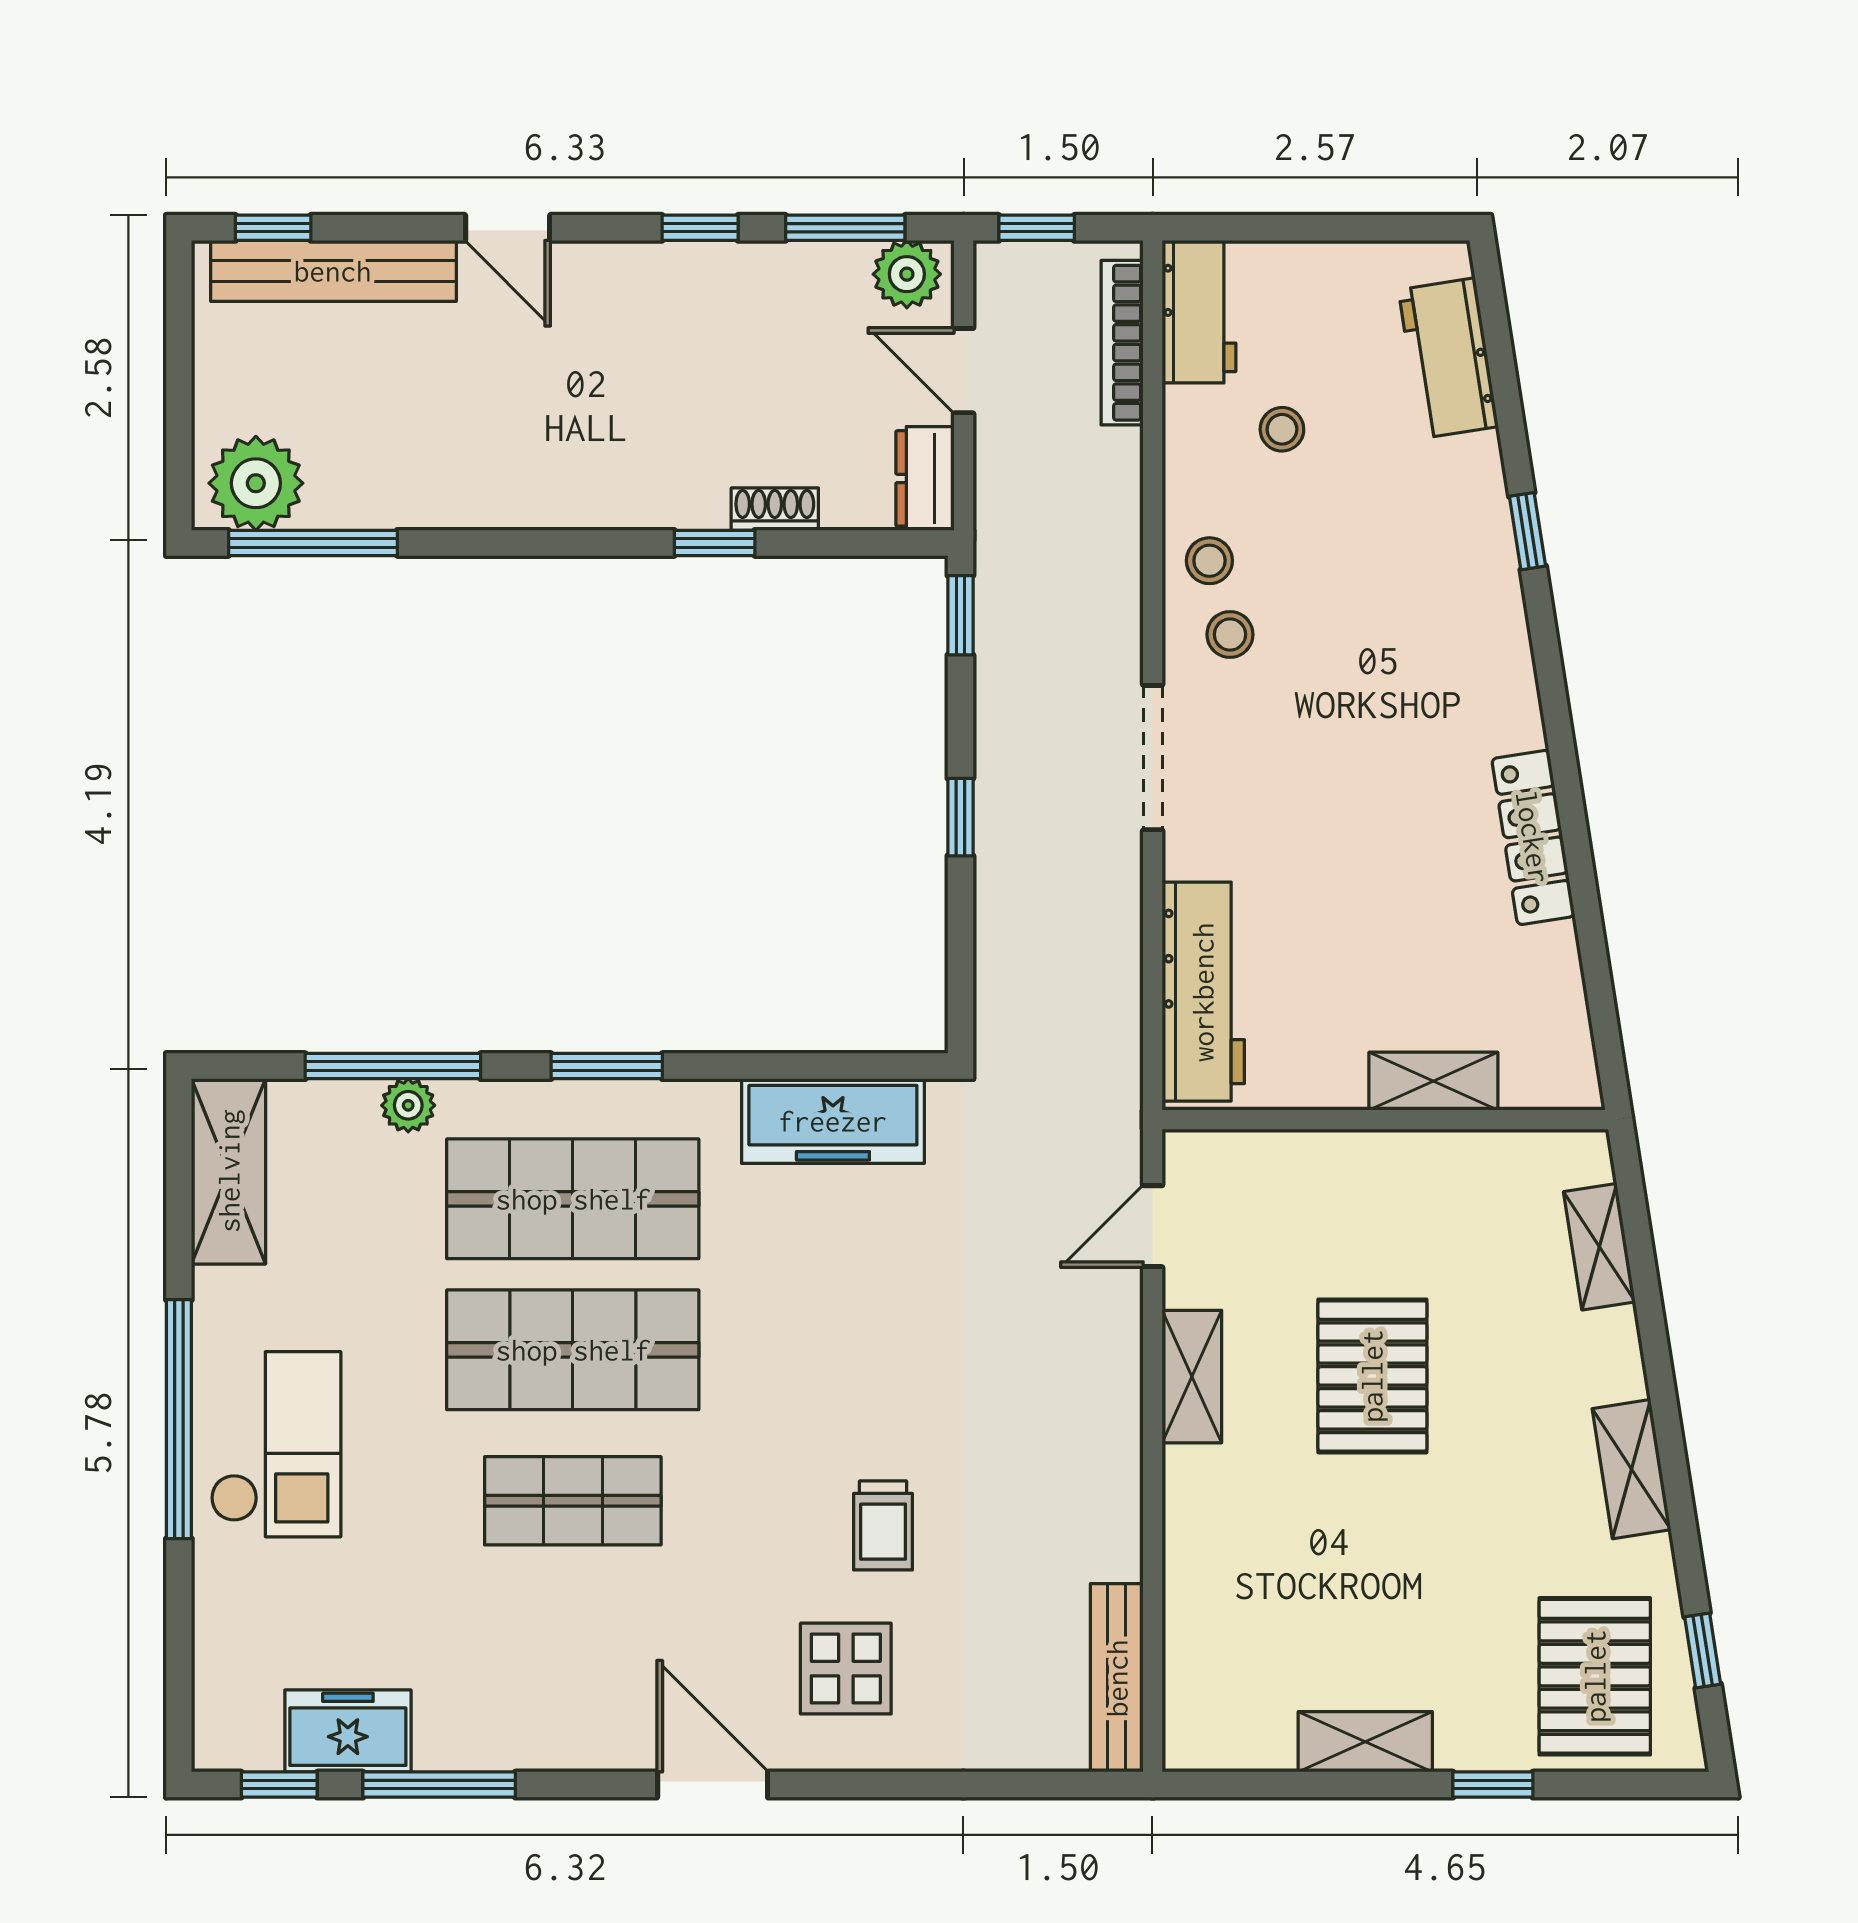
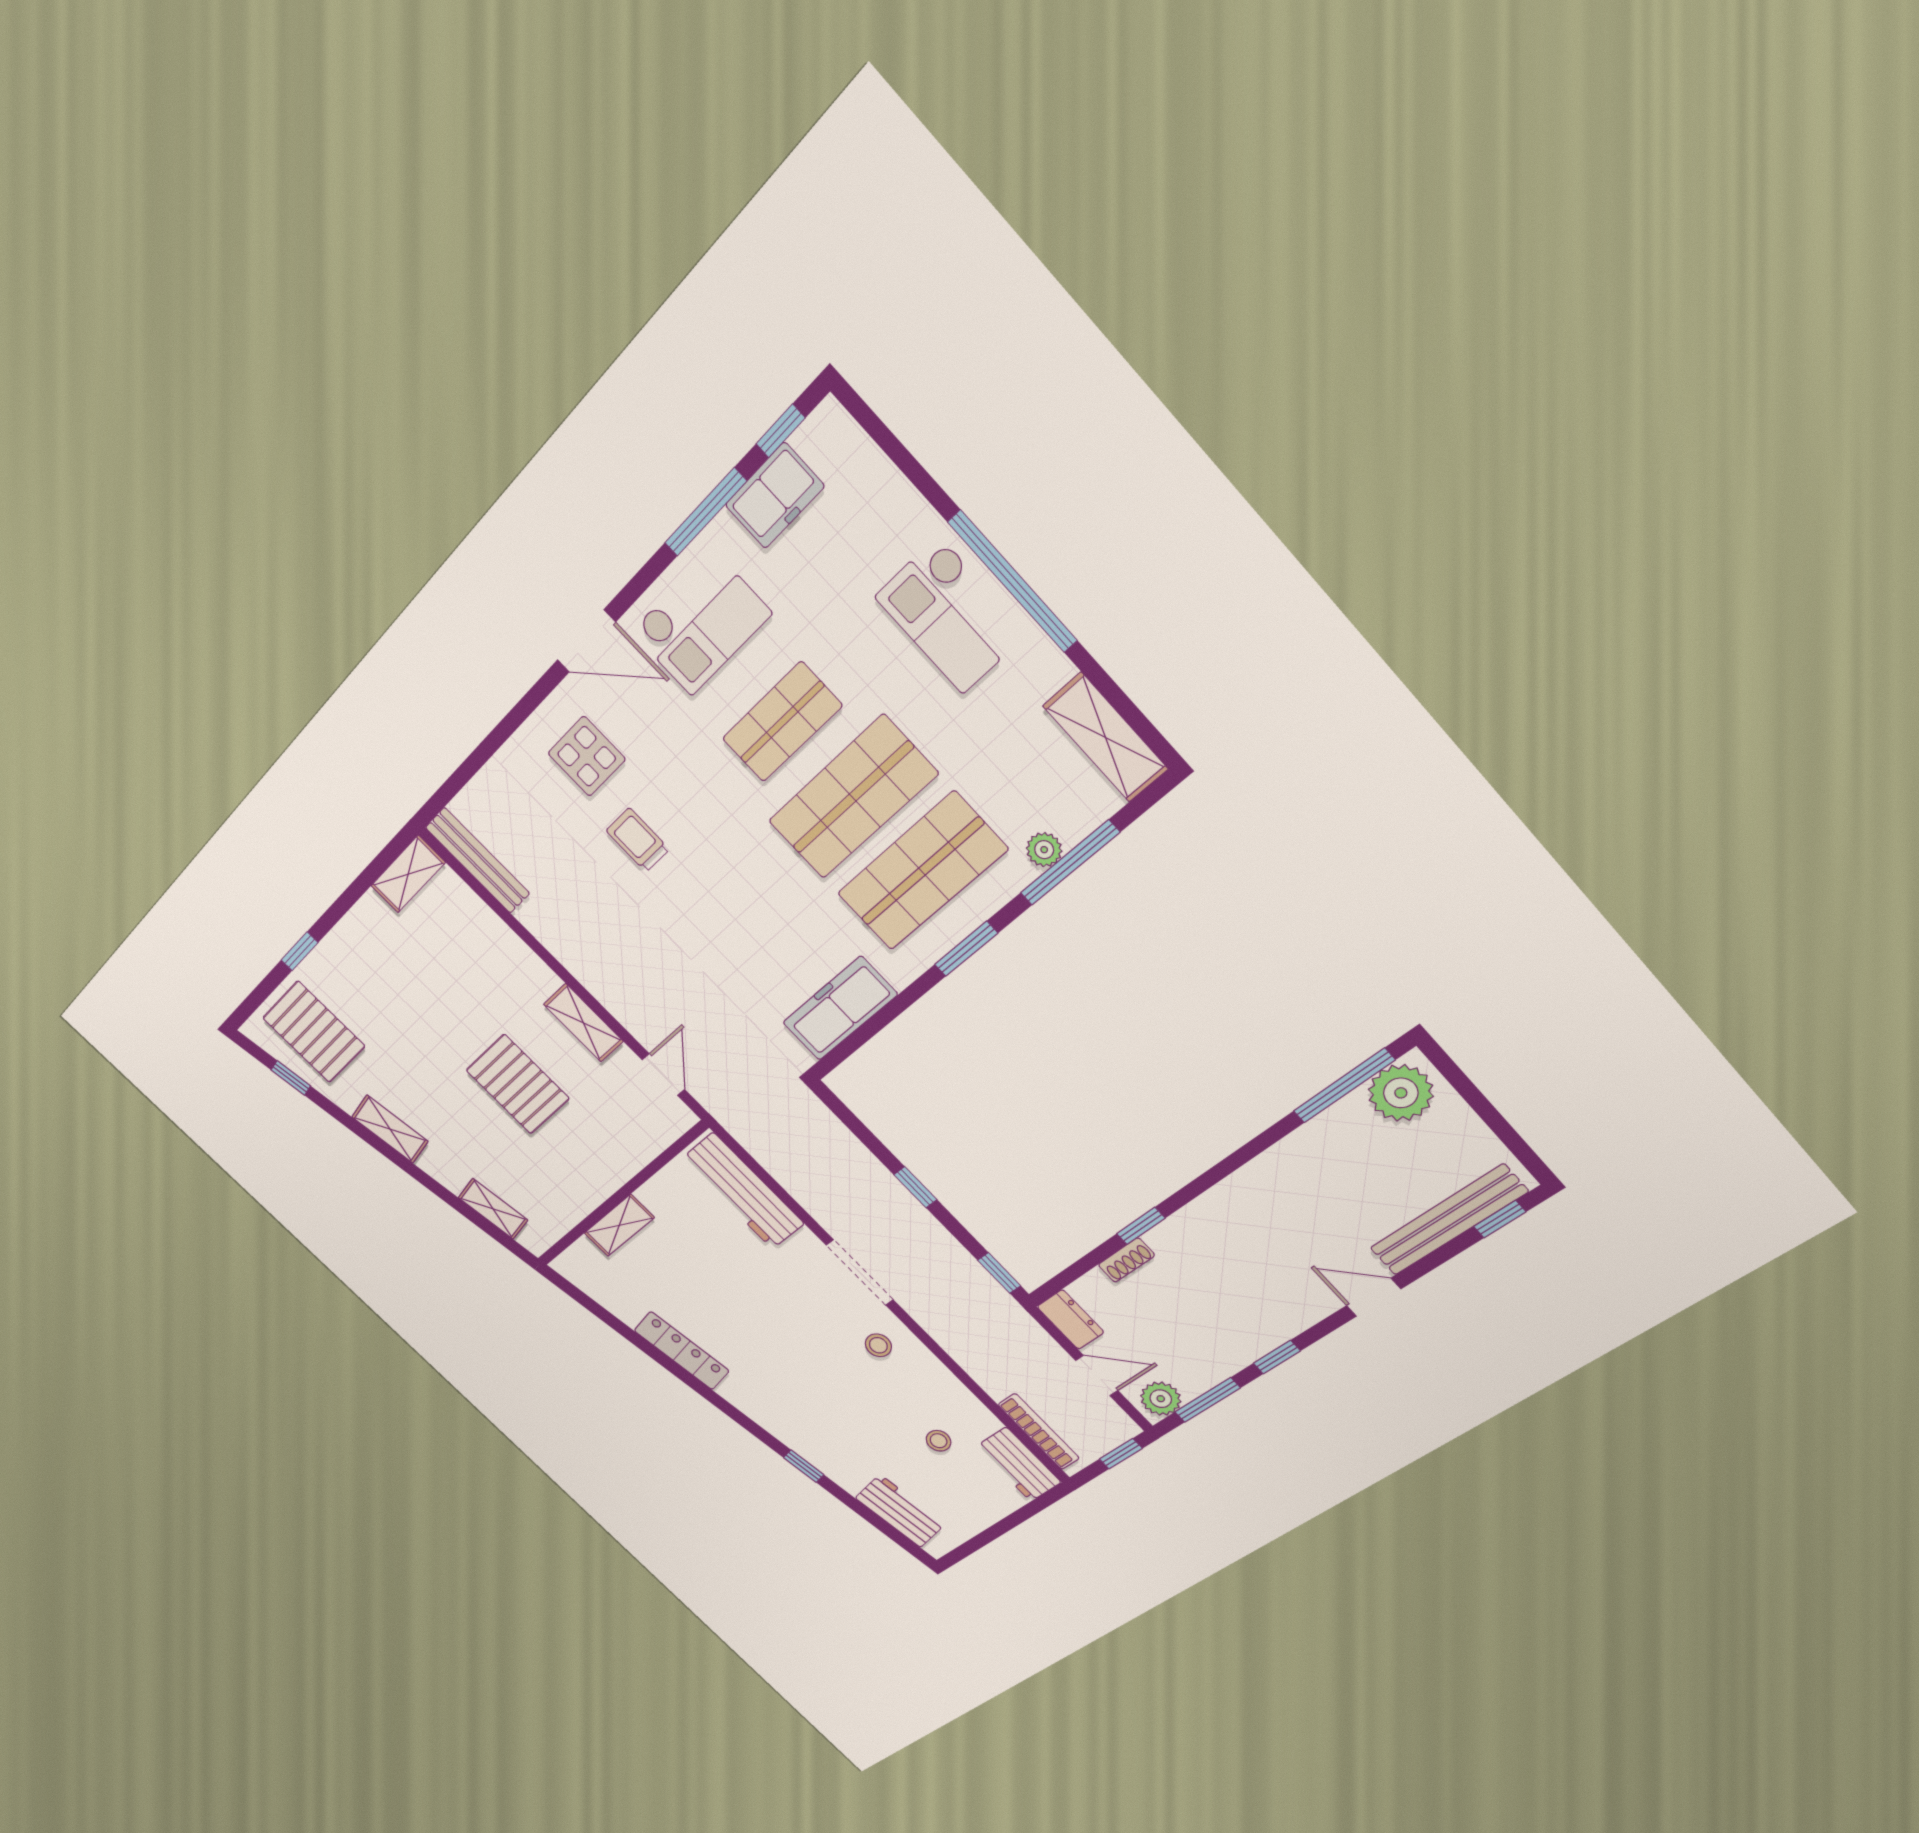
stool: (1209, 561) -> (916, 1369), removed
checkout: (559, 1684) -> (701, 622), added
shelving: (1365, 1742) -> (408, 874), moved

